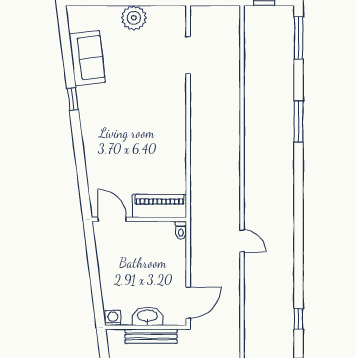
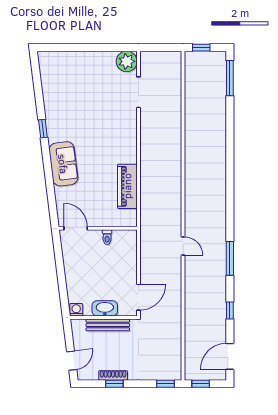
plant: (134, 18) -> (127, 61), moved
sofa: (87, 58) -> (63, 164), moved
window: (298, 122) -> (230, 258), moved
piano: (159, 206) -> (127, 186), moved, turned -90
toilet: (181, 230) -> (107, 237), moved

